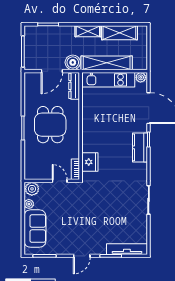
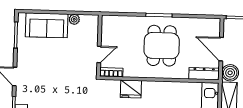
dining table: (50, 125) -> (162, 46), turned 90
fridge: (90, 162) -> (131, 89), moved
plant: (32, 189) -> (91, 23), removed

